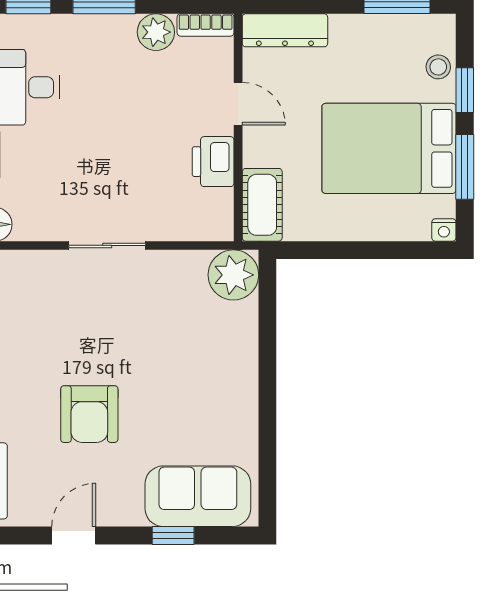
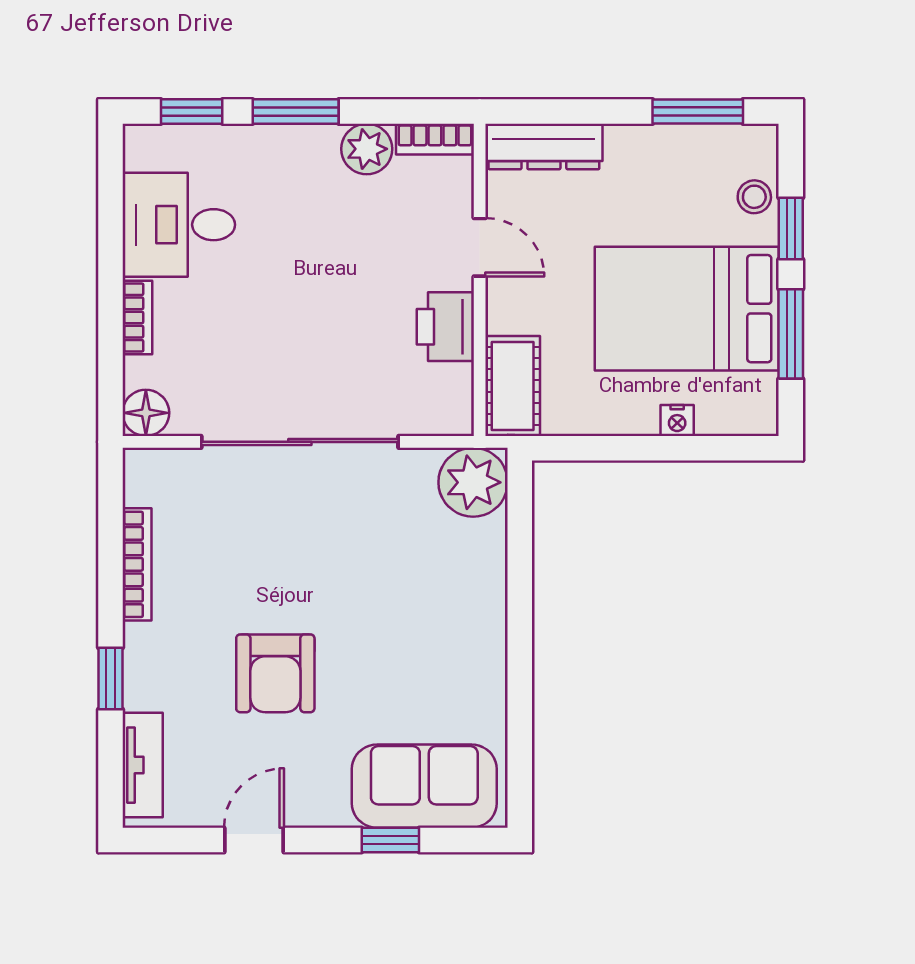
nightstand: (444, 230) -> (677, 421), moved
sliding door: (107, 245) -> (300, 442), width x1.86

